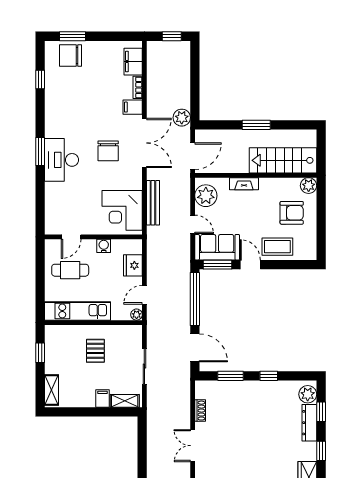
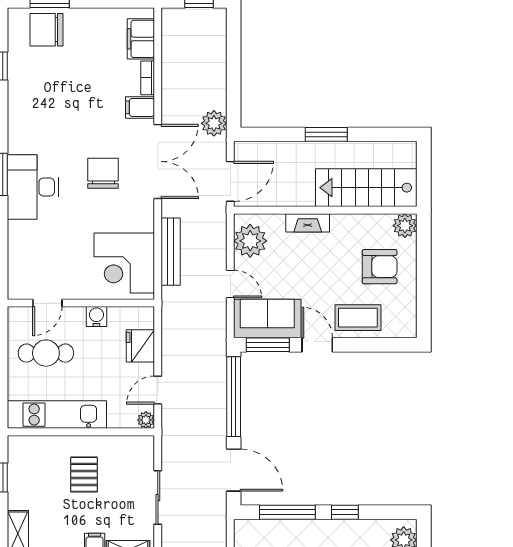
chair: (108, 151) -> (103, 173), turned 180
window: (231, 376) -> (287, 512), width x1.44

